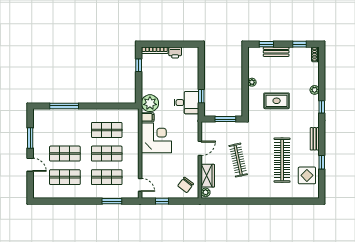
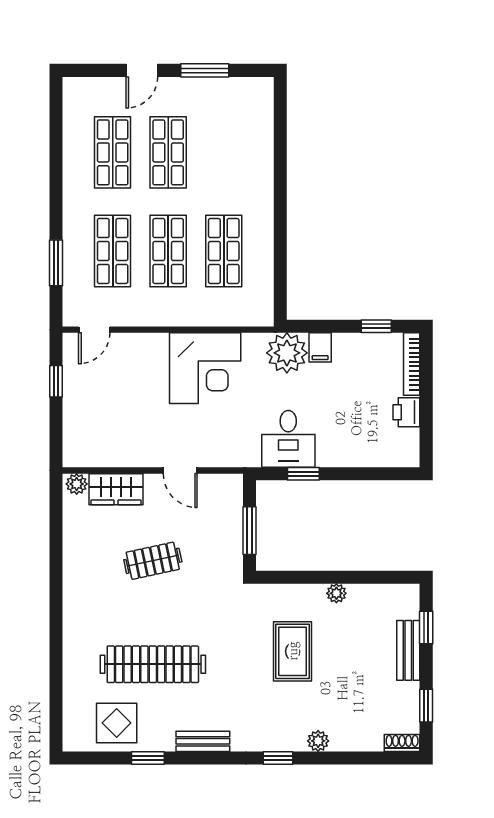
window: (64, 106) -> (280, 151), removed
filing cabinet: (148, 117) -> (320, 347), moved
clothes rail: (238, 160) -> (153, 561), width x0.73
chair: (186, 185) -> (94, 437), removed

